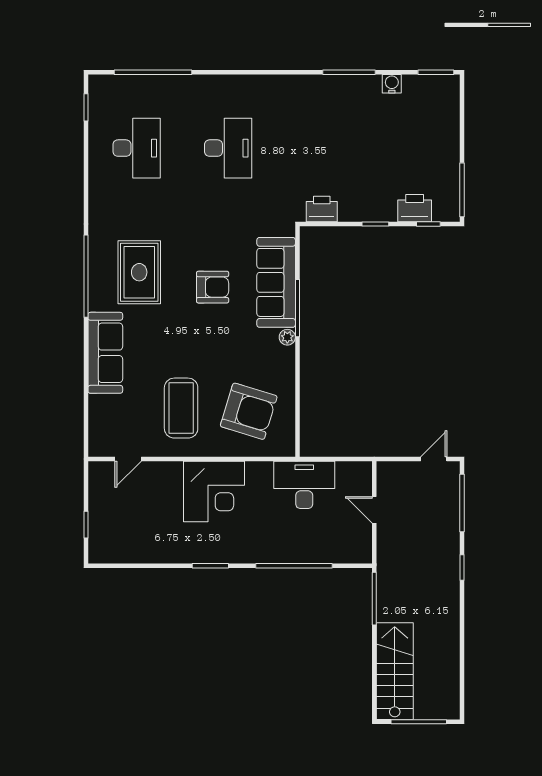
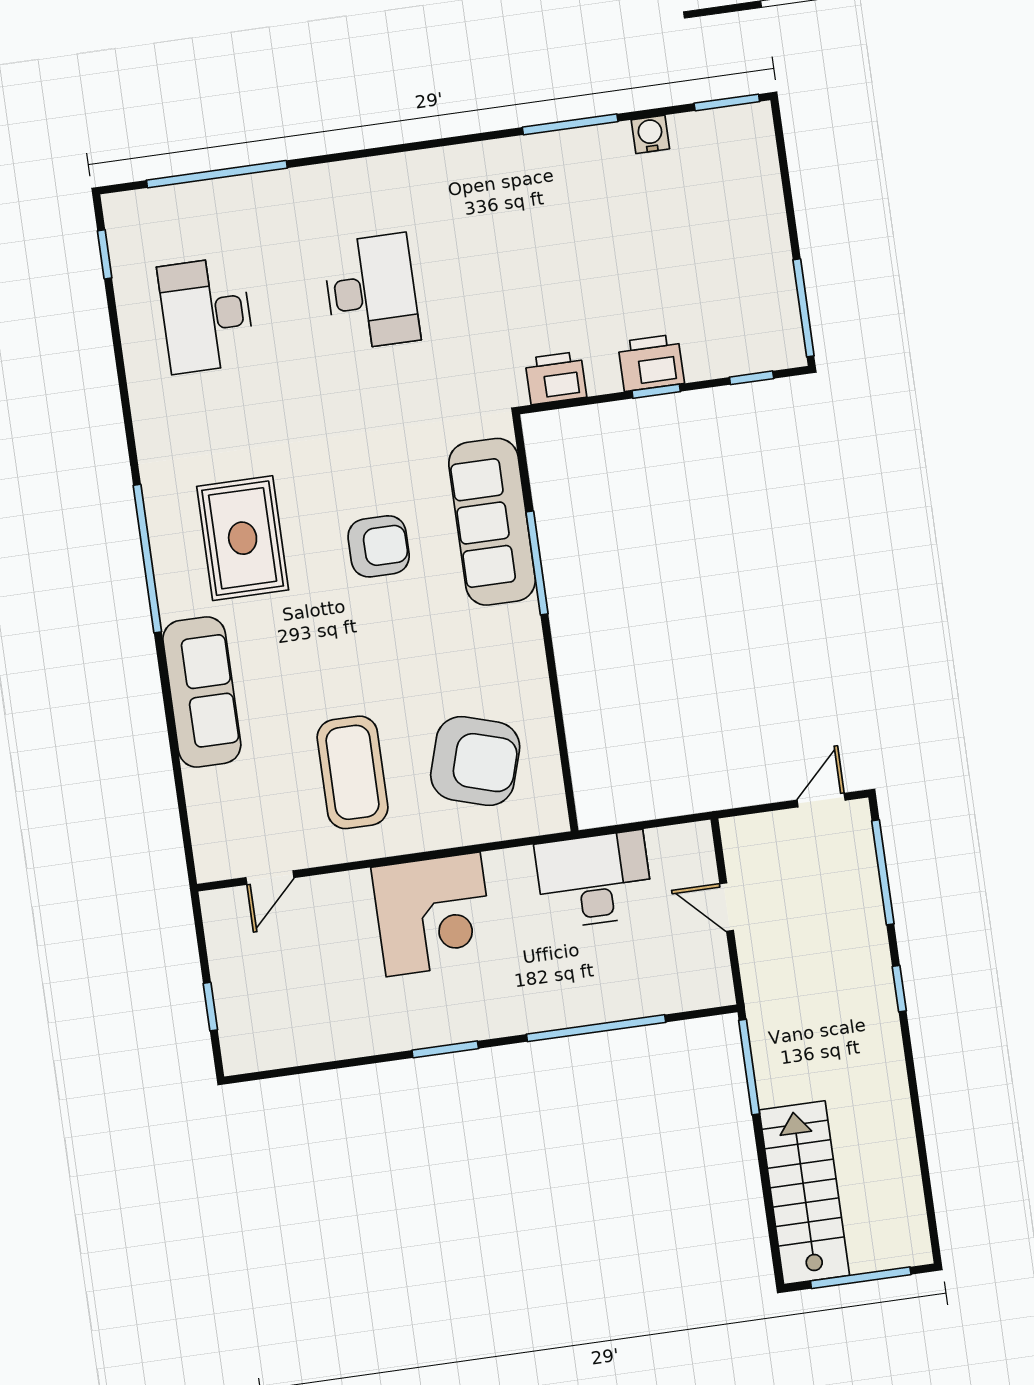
desk: (137, 148) -> (206, 315), turned 180
printer: (415, 208) -> (651, 363), moved
plant: (287, 337) -> (526, 618), removed

